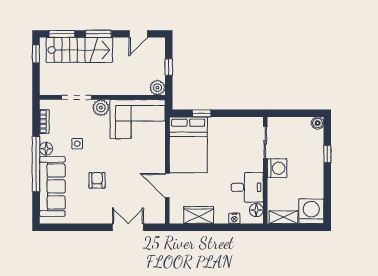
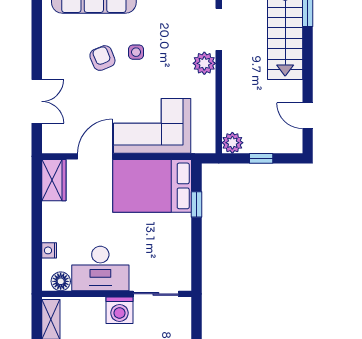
window: (98, 34) -> (308, 60), removed
corner sofa: (138, 119) -> (152, 126), moved, turned 90
side table: (77, 144) -> (136, 52), moved
armchair: (97, 180) -> (102, 58), turned -112
desk: (247, 187) -> (100, 268), width x1.37
wardrobe: (199, 215) -> (54, 180), moved

